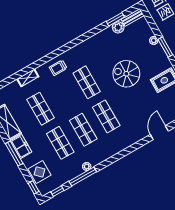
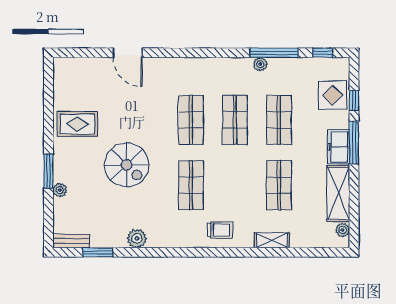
plant: (118, 27) -> (137, 238), moved
door: (159, 133) -> (128, 53), hinge flipped
window: (33, 187) -> (354, 101), moved

